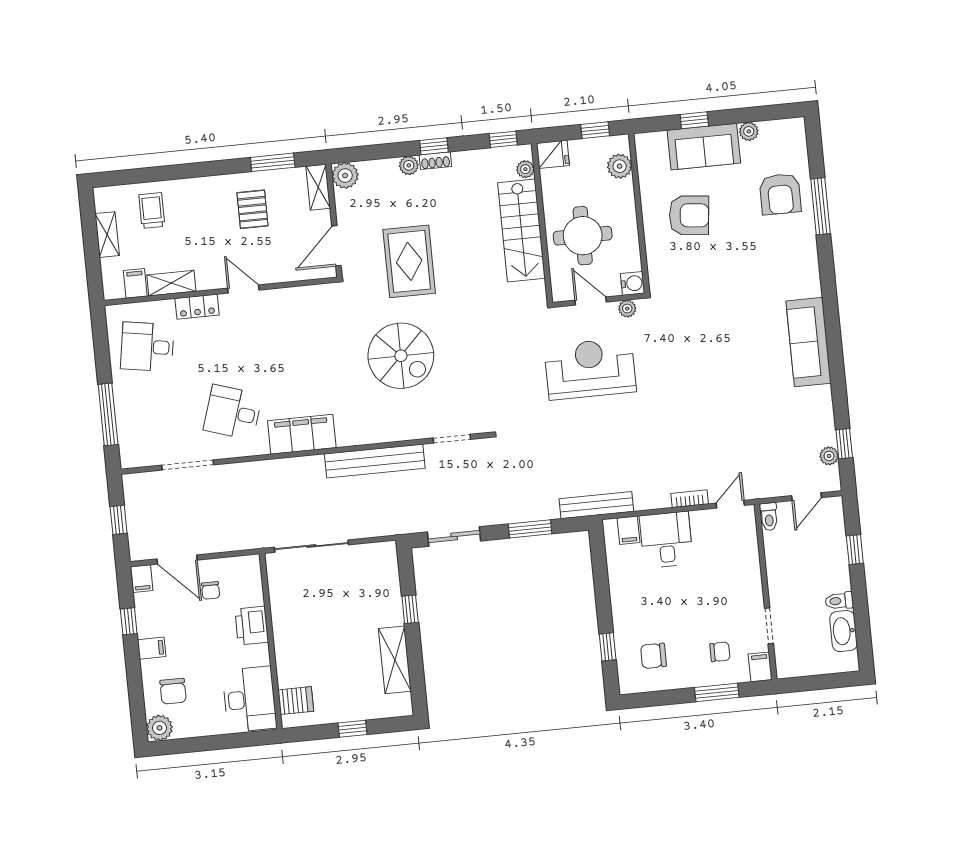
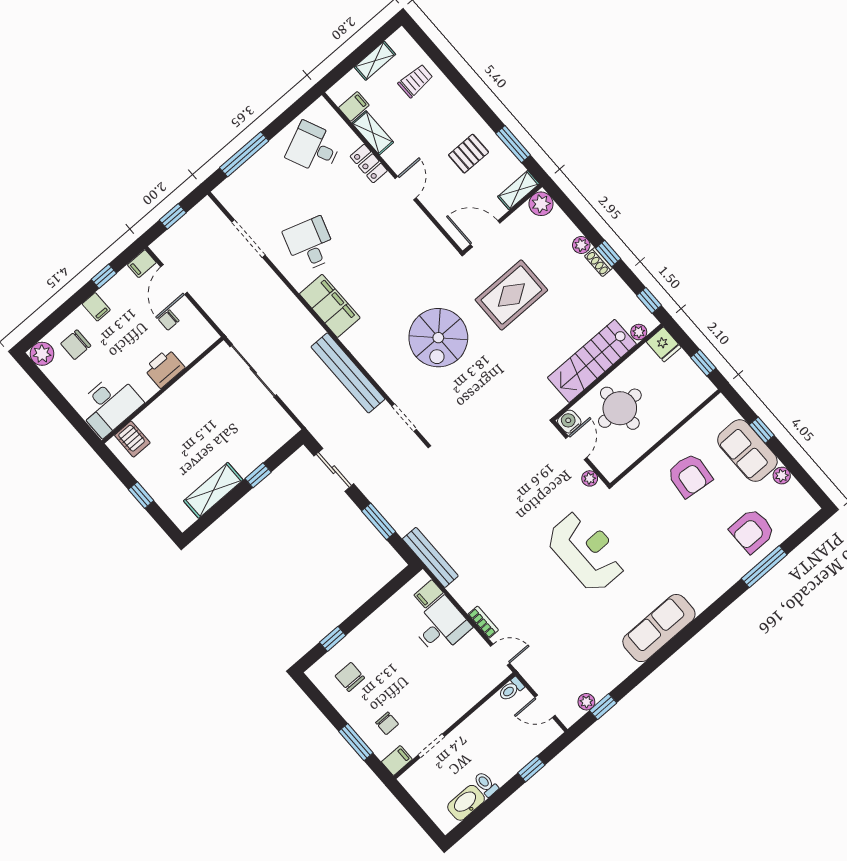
plant: (620, 166) -> (690, 399), removed
water cooler: (633, 283) -> (569, 422), moved, turned 180
desk: (147, 347) -> (314, 148), turned -33
reception desk: (590, 369) -> (587, 551), moved

